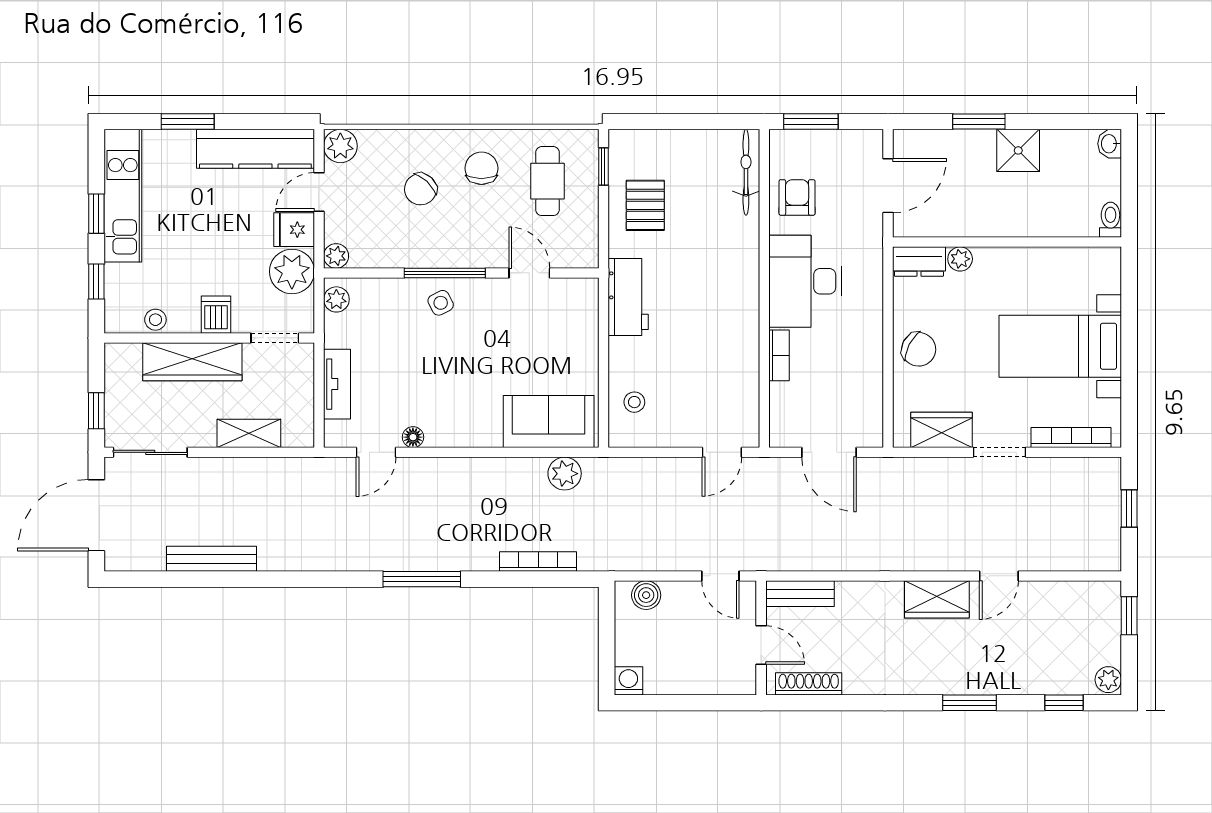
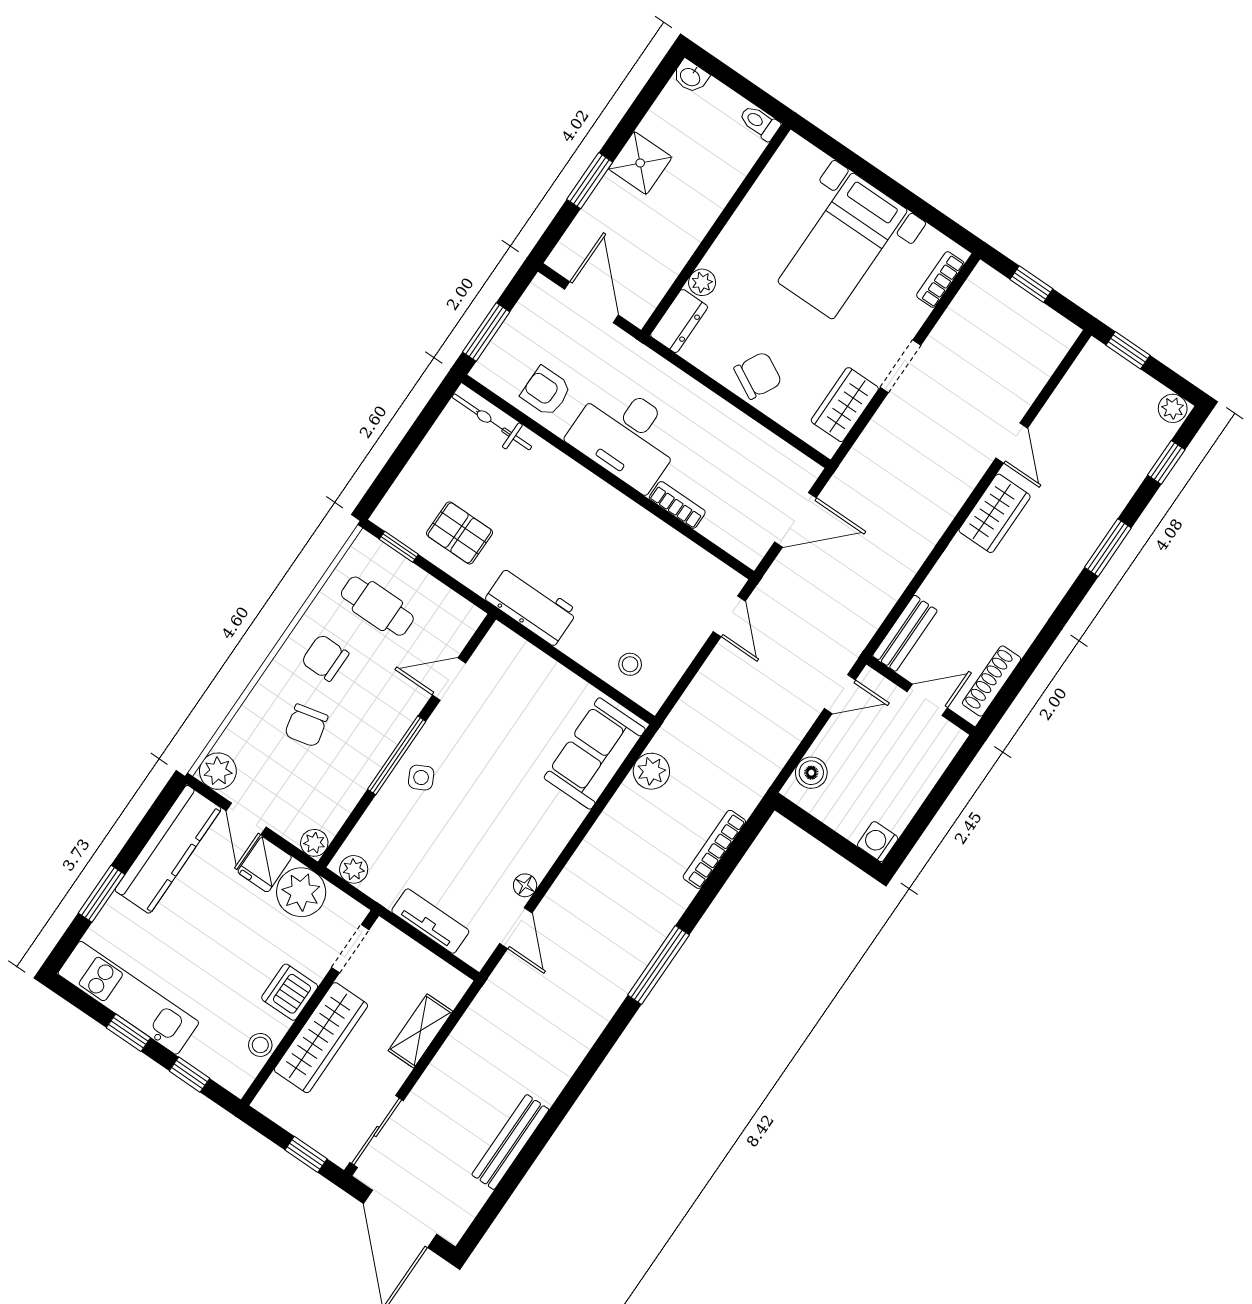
chair: (421, 189) -> (306, 726), turned 34
dishwasher: (216, 315) -> (290, 992), width x1.38
bookcase: (1071, 437) -> (940, 280), width x0.64

